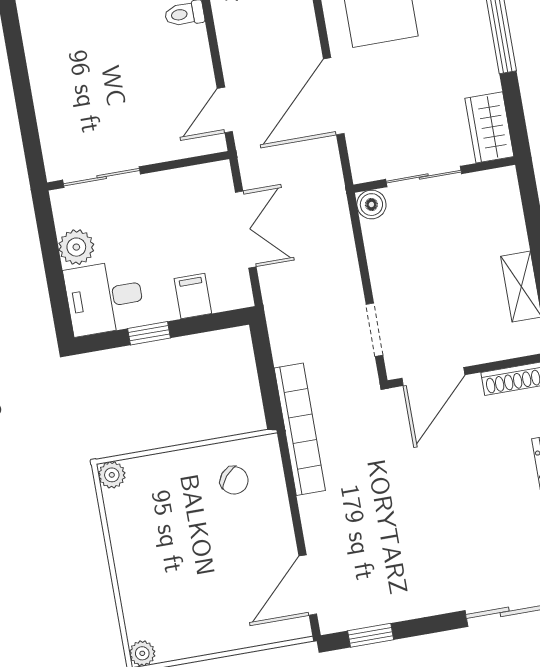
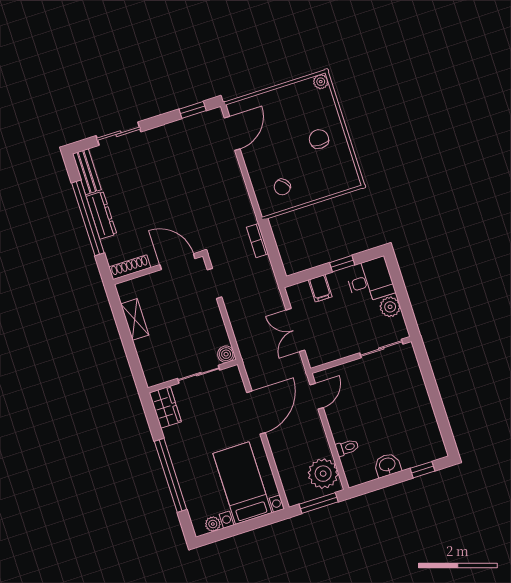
door: (433, 376) -> (177, 262), hinge flipped
bookcase: (300, 429) -> (257, 241), width x0.43, depth x0.76
plant: (112, 475) -> (352, 180), removed
chair: (234, 480) -> (282, 187), turned -82
chair: (159, 554) -> (319, 139), added

